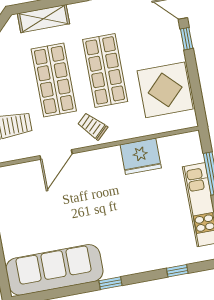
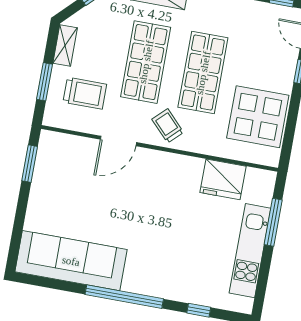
fridge: (141, 156) -> (223, 179), moved
window: (110, 283) -> (124, 297), width x3.17

